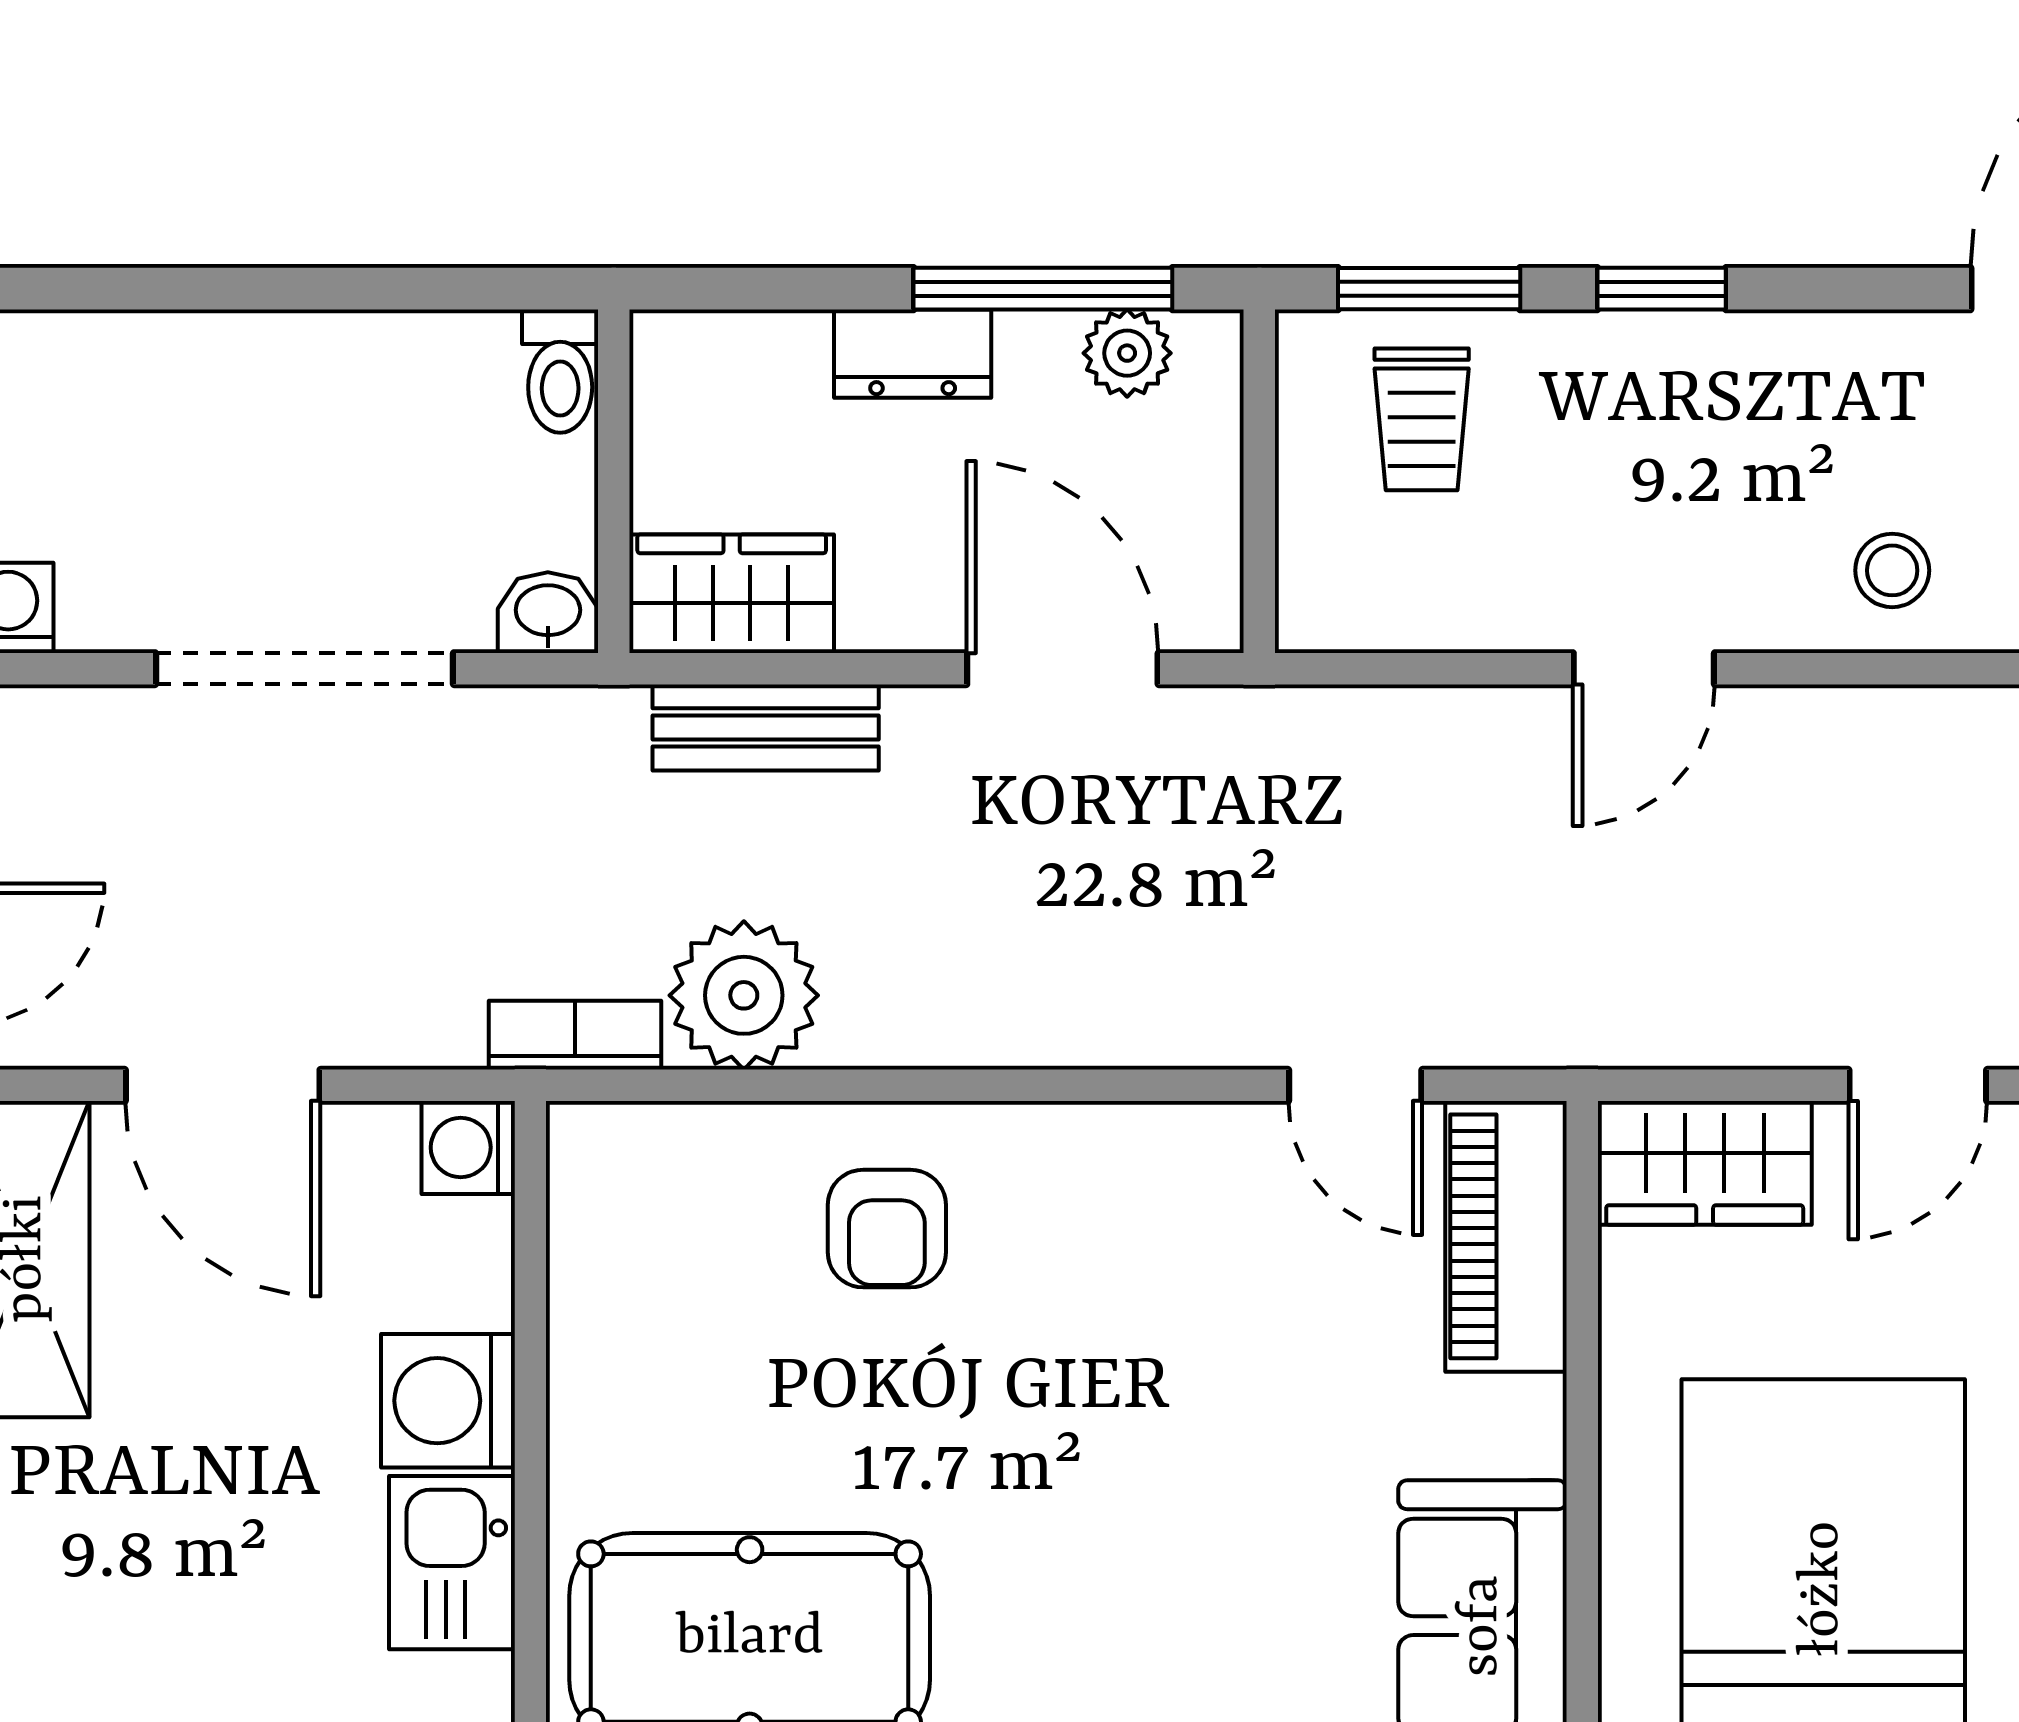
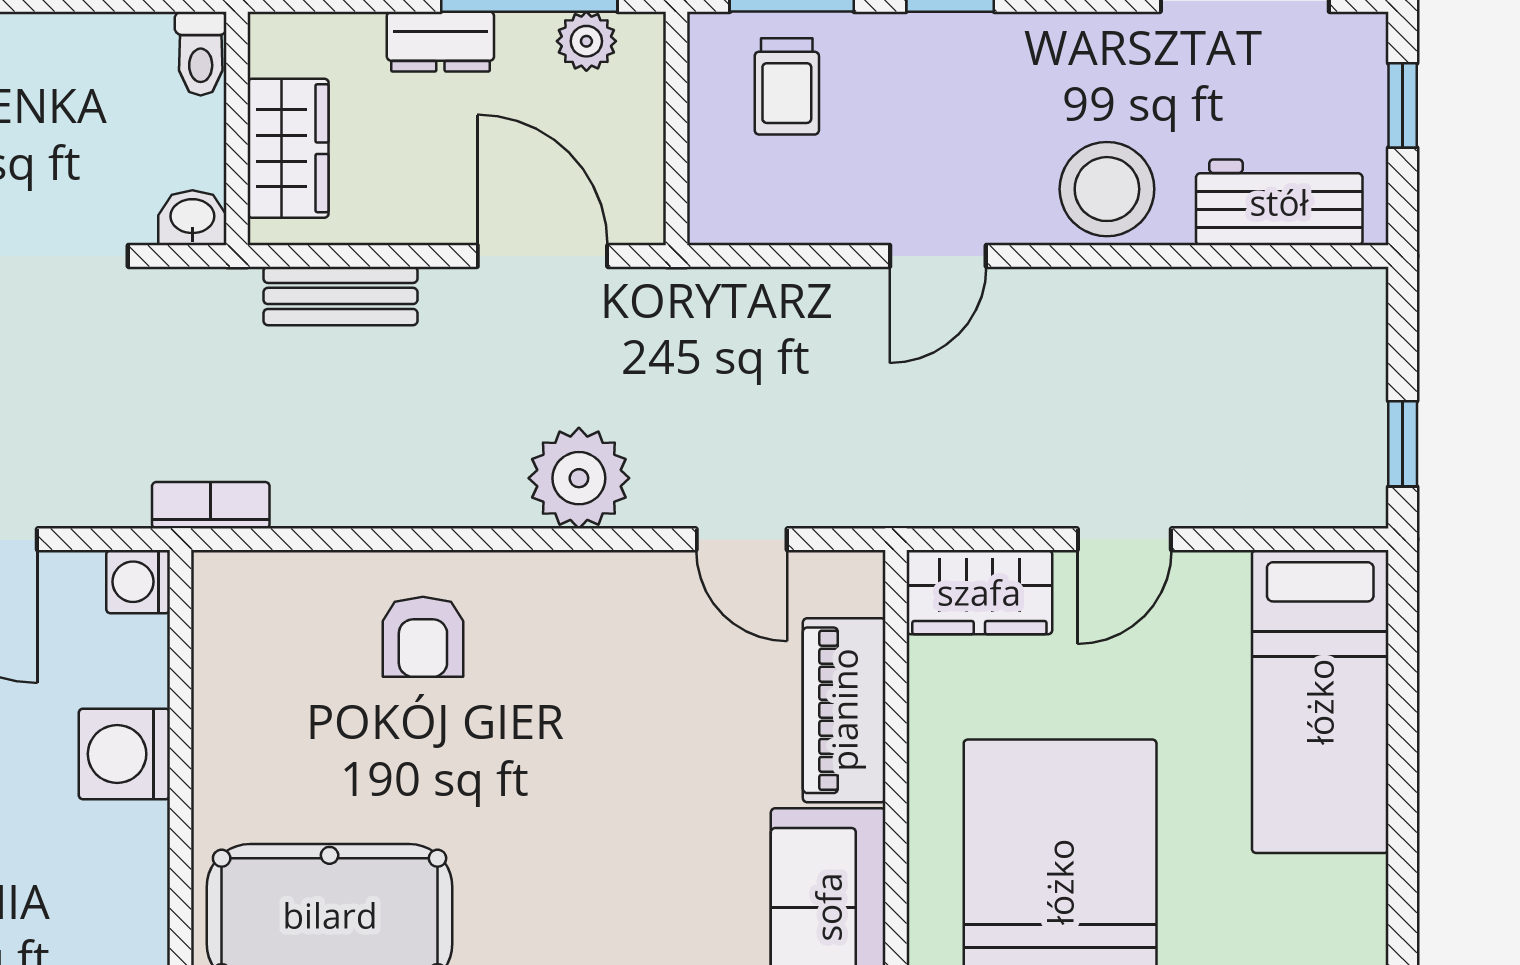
stool: (1892, 570) -> (1107, 189), width x1.89, depth x1.89
wardrobe: (732, 594) -> (288, 148), moved, turned 90
plant: (744, 995) -> (579, 478), moved
piano: (1506, 1236) -> (844, 710), moved
kitchen sink: (452, 1563) -> (127, 864), removed

